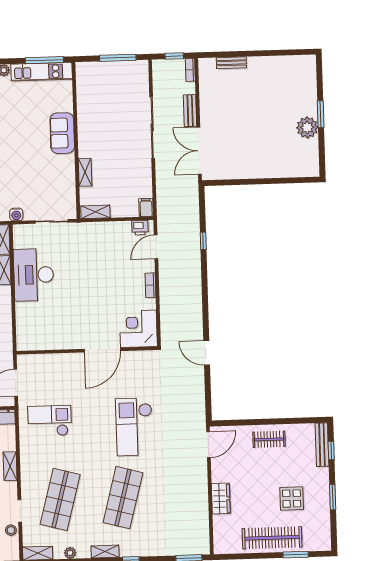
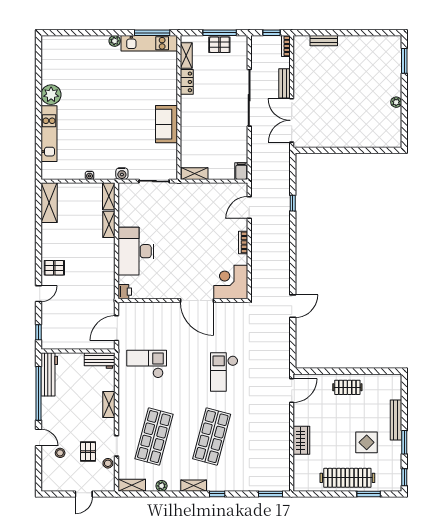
pallet: (118, 71) -> (219, 45), added
locker: (84, 112) -> (187, 82), added
window: (321, 114) -> (404, 61), moved
plant: (307, 127) -> (396, 102), width x0.53, depth x0.53
sofa: (62, 133) -> (166, 124), moved
shelving: (85, 172) -> (186, 56), moved
printer: (140, 228) -> (125, 292), moved, turned -90
desk: (34, 275) -> (136, 251), moved
door: (102, 350) -> (197, 301), hinge flipped
door: (207, 353) -> (293, 306), swing flipped
checkout: (134, 427) -> (224, 372), width x0.73, depth x0.83
bench: (322, 445) -> (396, 420), moved
window: (331, 451) -> (404, 477), moved

